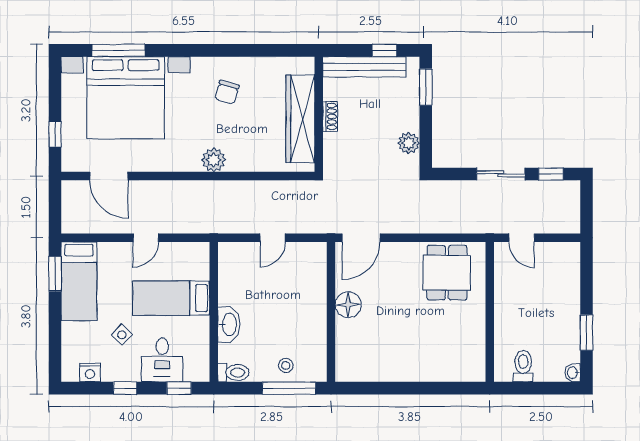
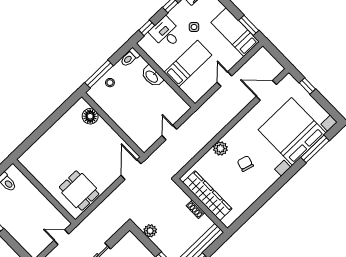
chair: (227, 92) -> (245, 164), moved
plant: (214, 160) -> (220, 148), moved
floor lamp: (348, 305) -> (90, 116), moved

